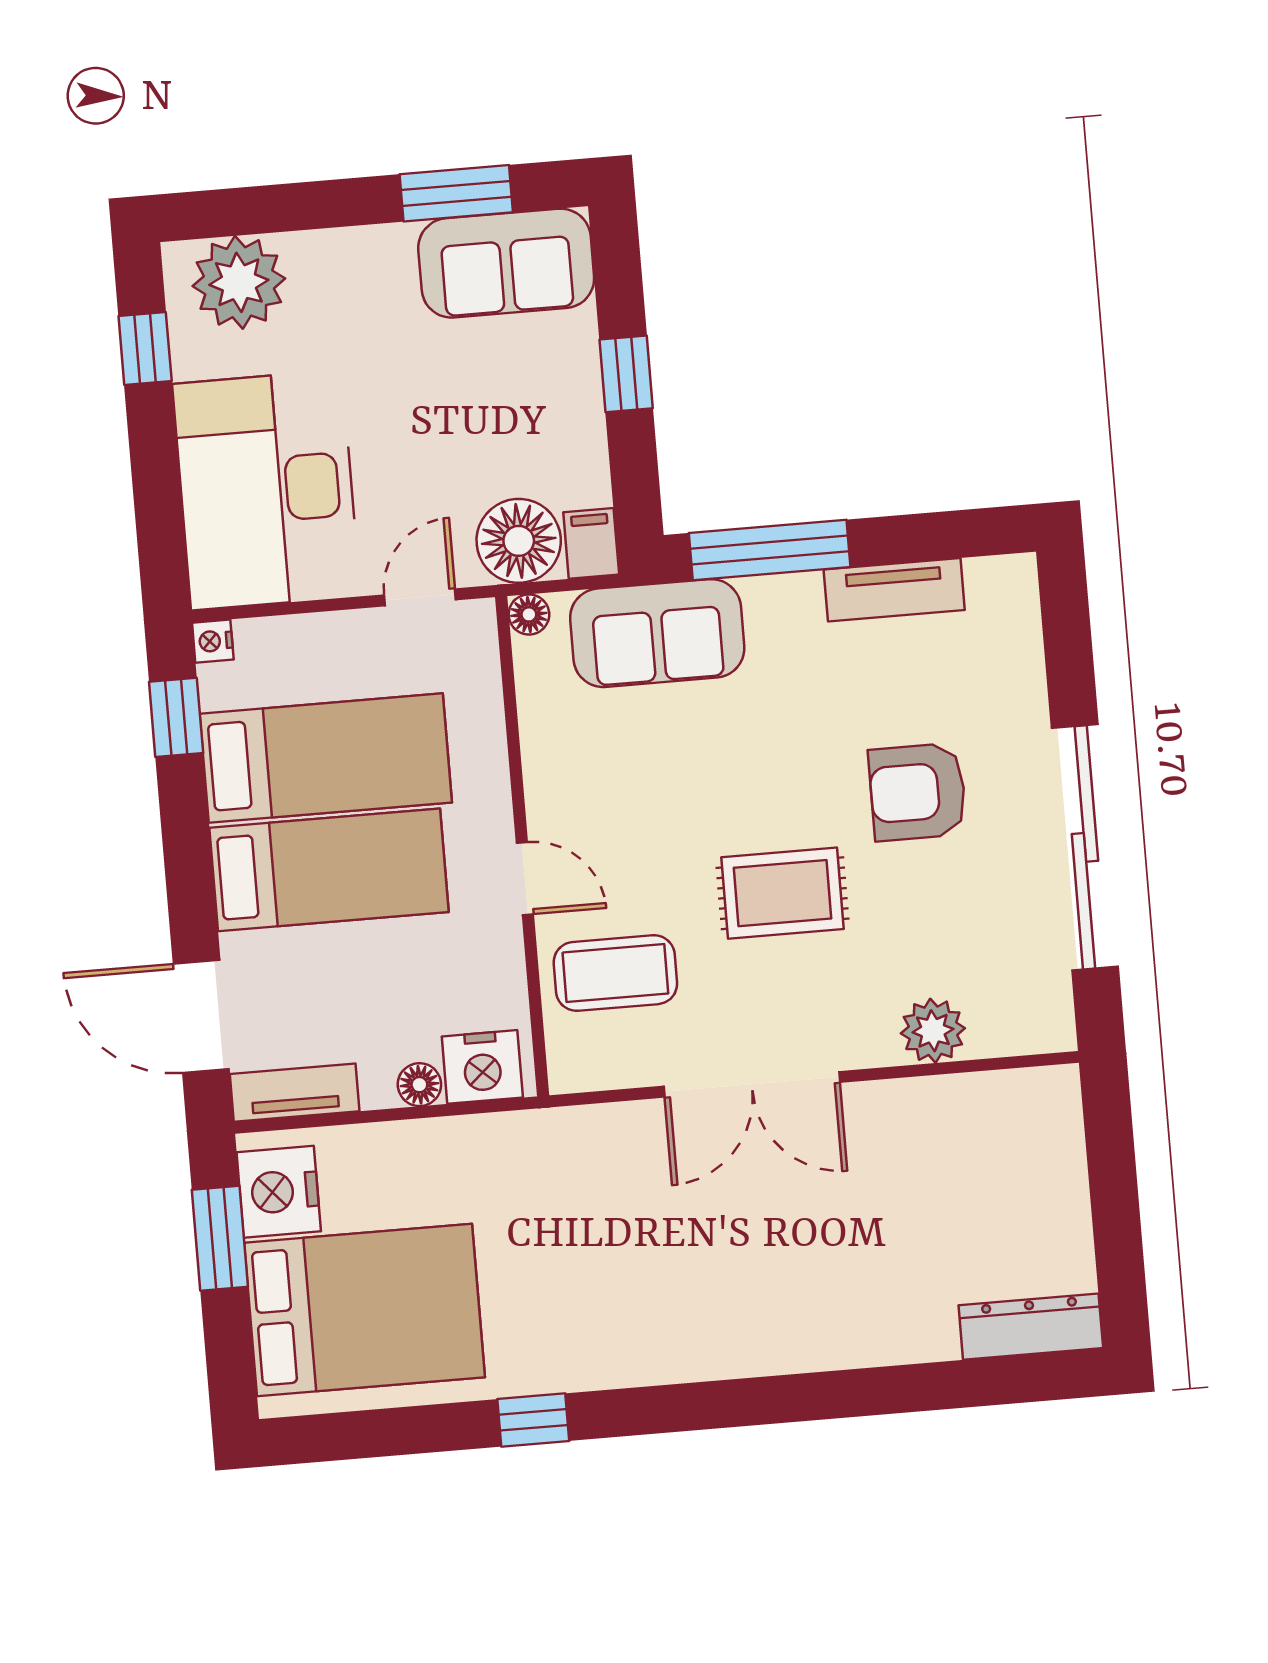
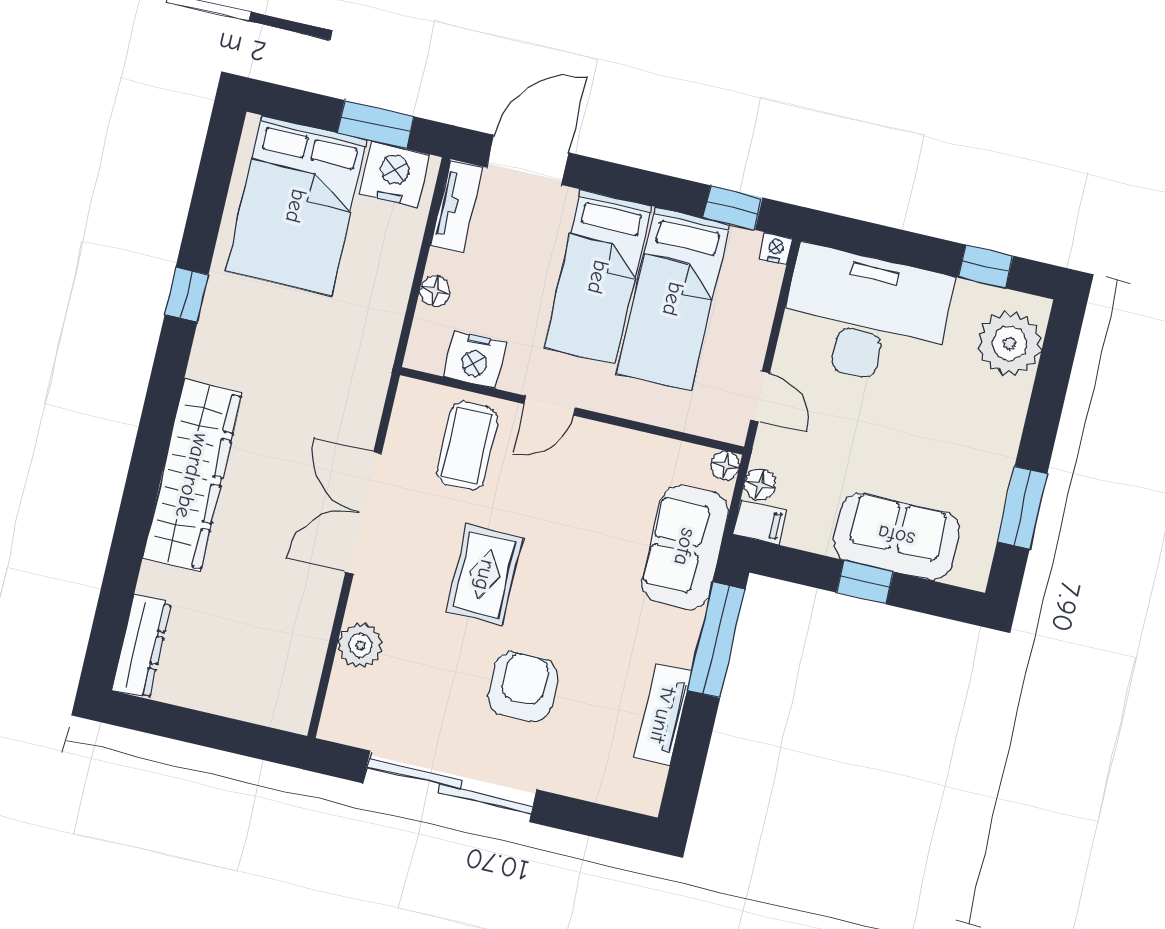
sofa: (506, 263) -> (896, 536), moved, turned 90
floor lamp: (519, 541) -> (760, 485), width x0.53, depth x0.53
nightstand: (482, 1067) -> (475, 360), moved, turned -90
wardrobe: (776, 1333) -> (192, 476), added

